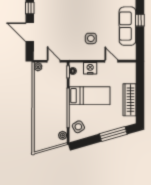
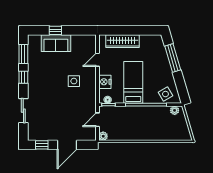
sofa: (127, 26) -> (56, 43), width x0.73
wardrobe: (130, 100) -> (123, 41), moved

